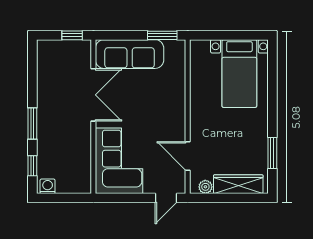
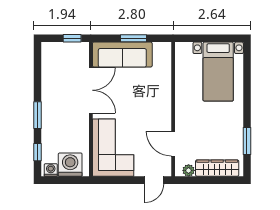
window: (162, 35) -> (134, 38), moved
washing machine: (70, 180) -> (70, 165), added

